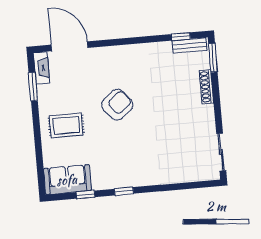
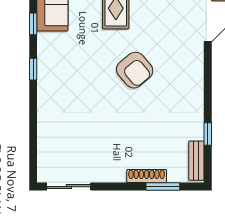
window: (181, 37) -> (208, 134), moved
window: (213, 58) -> (163, 187), moved

